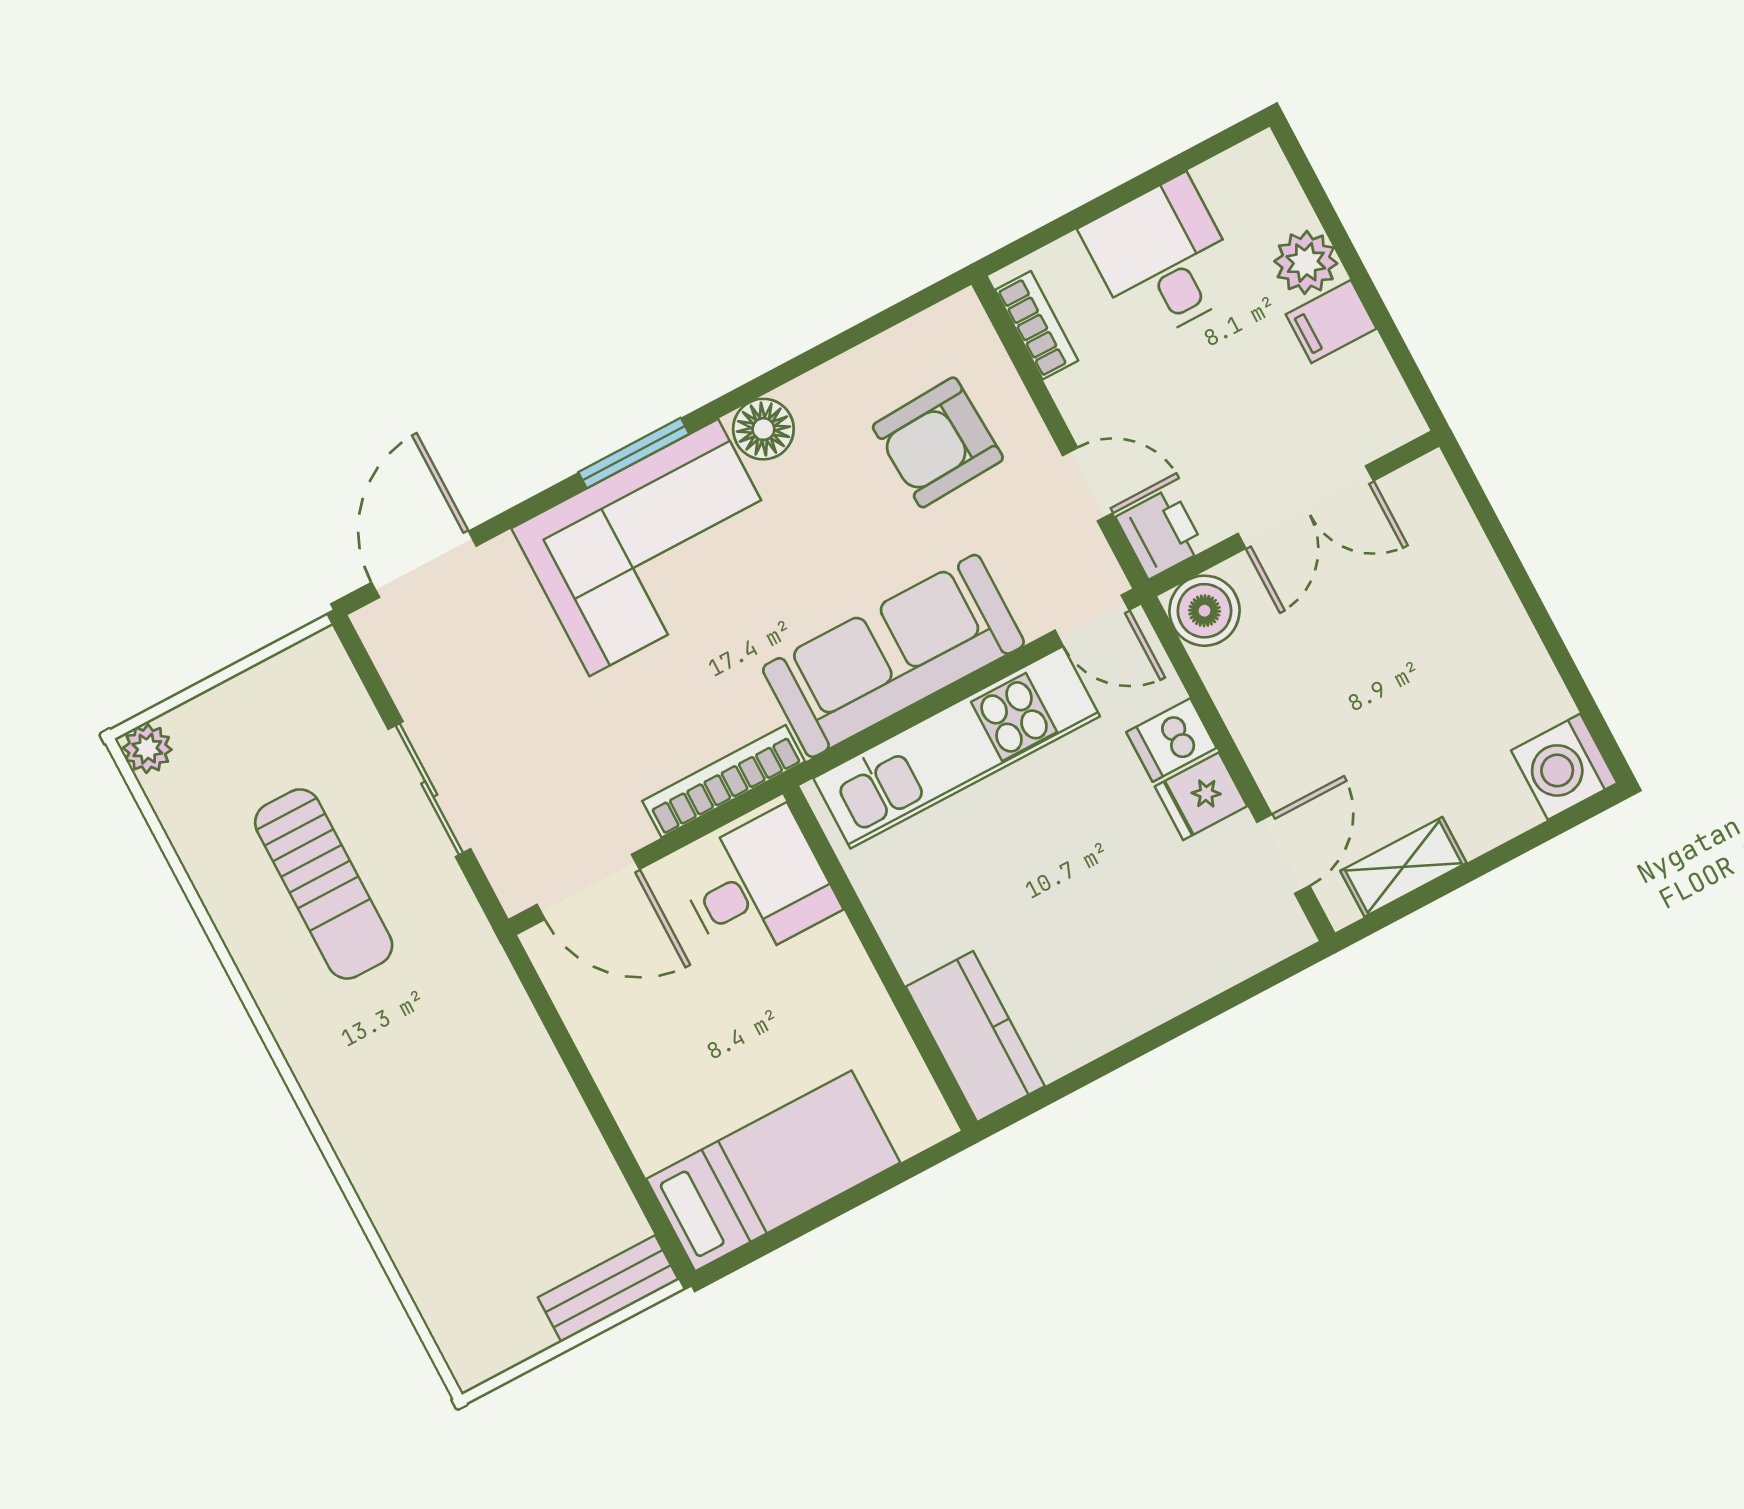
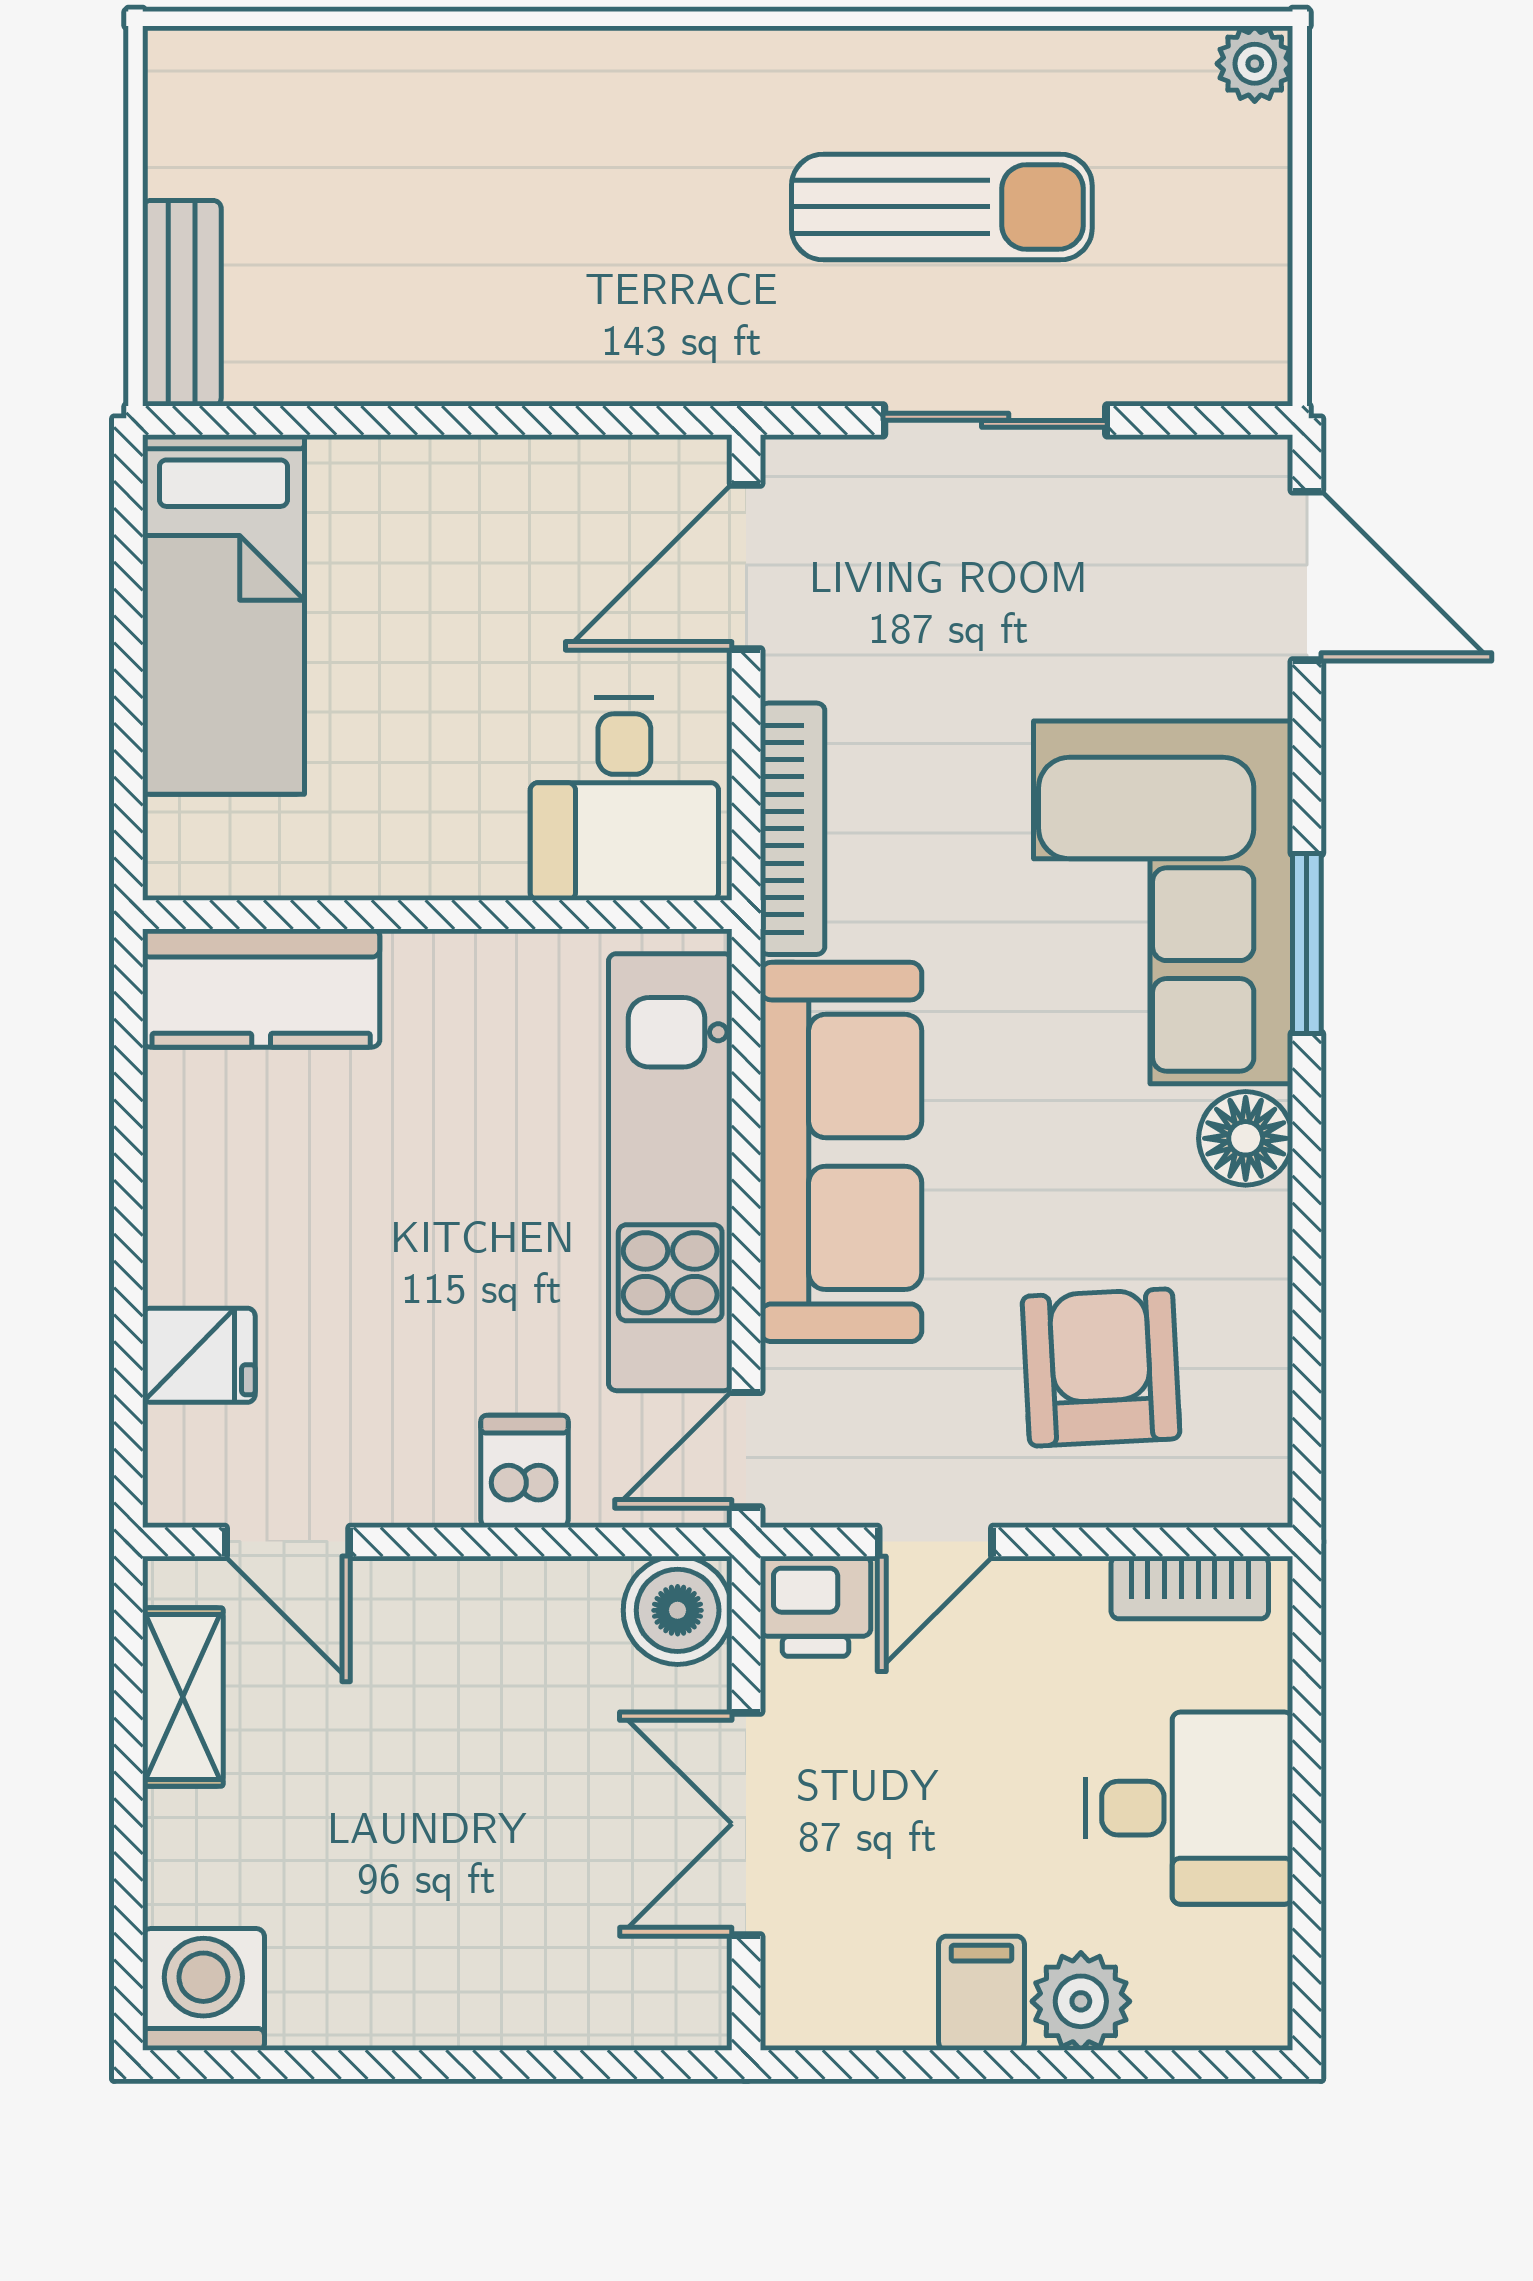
fridge: (1201, 796) -> (199, 1355), moved, turned 90
sun lounger: (324, 884) -> (942, 207), turned 180

